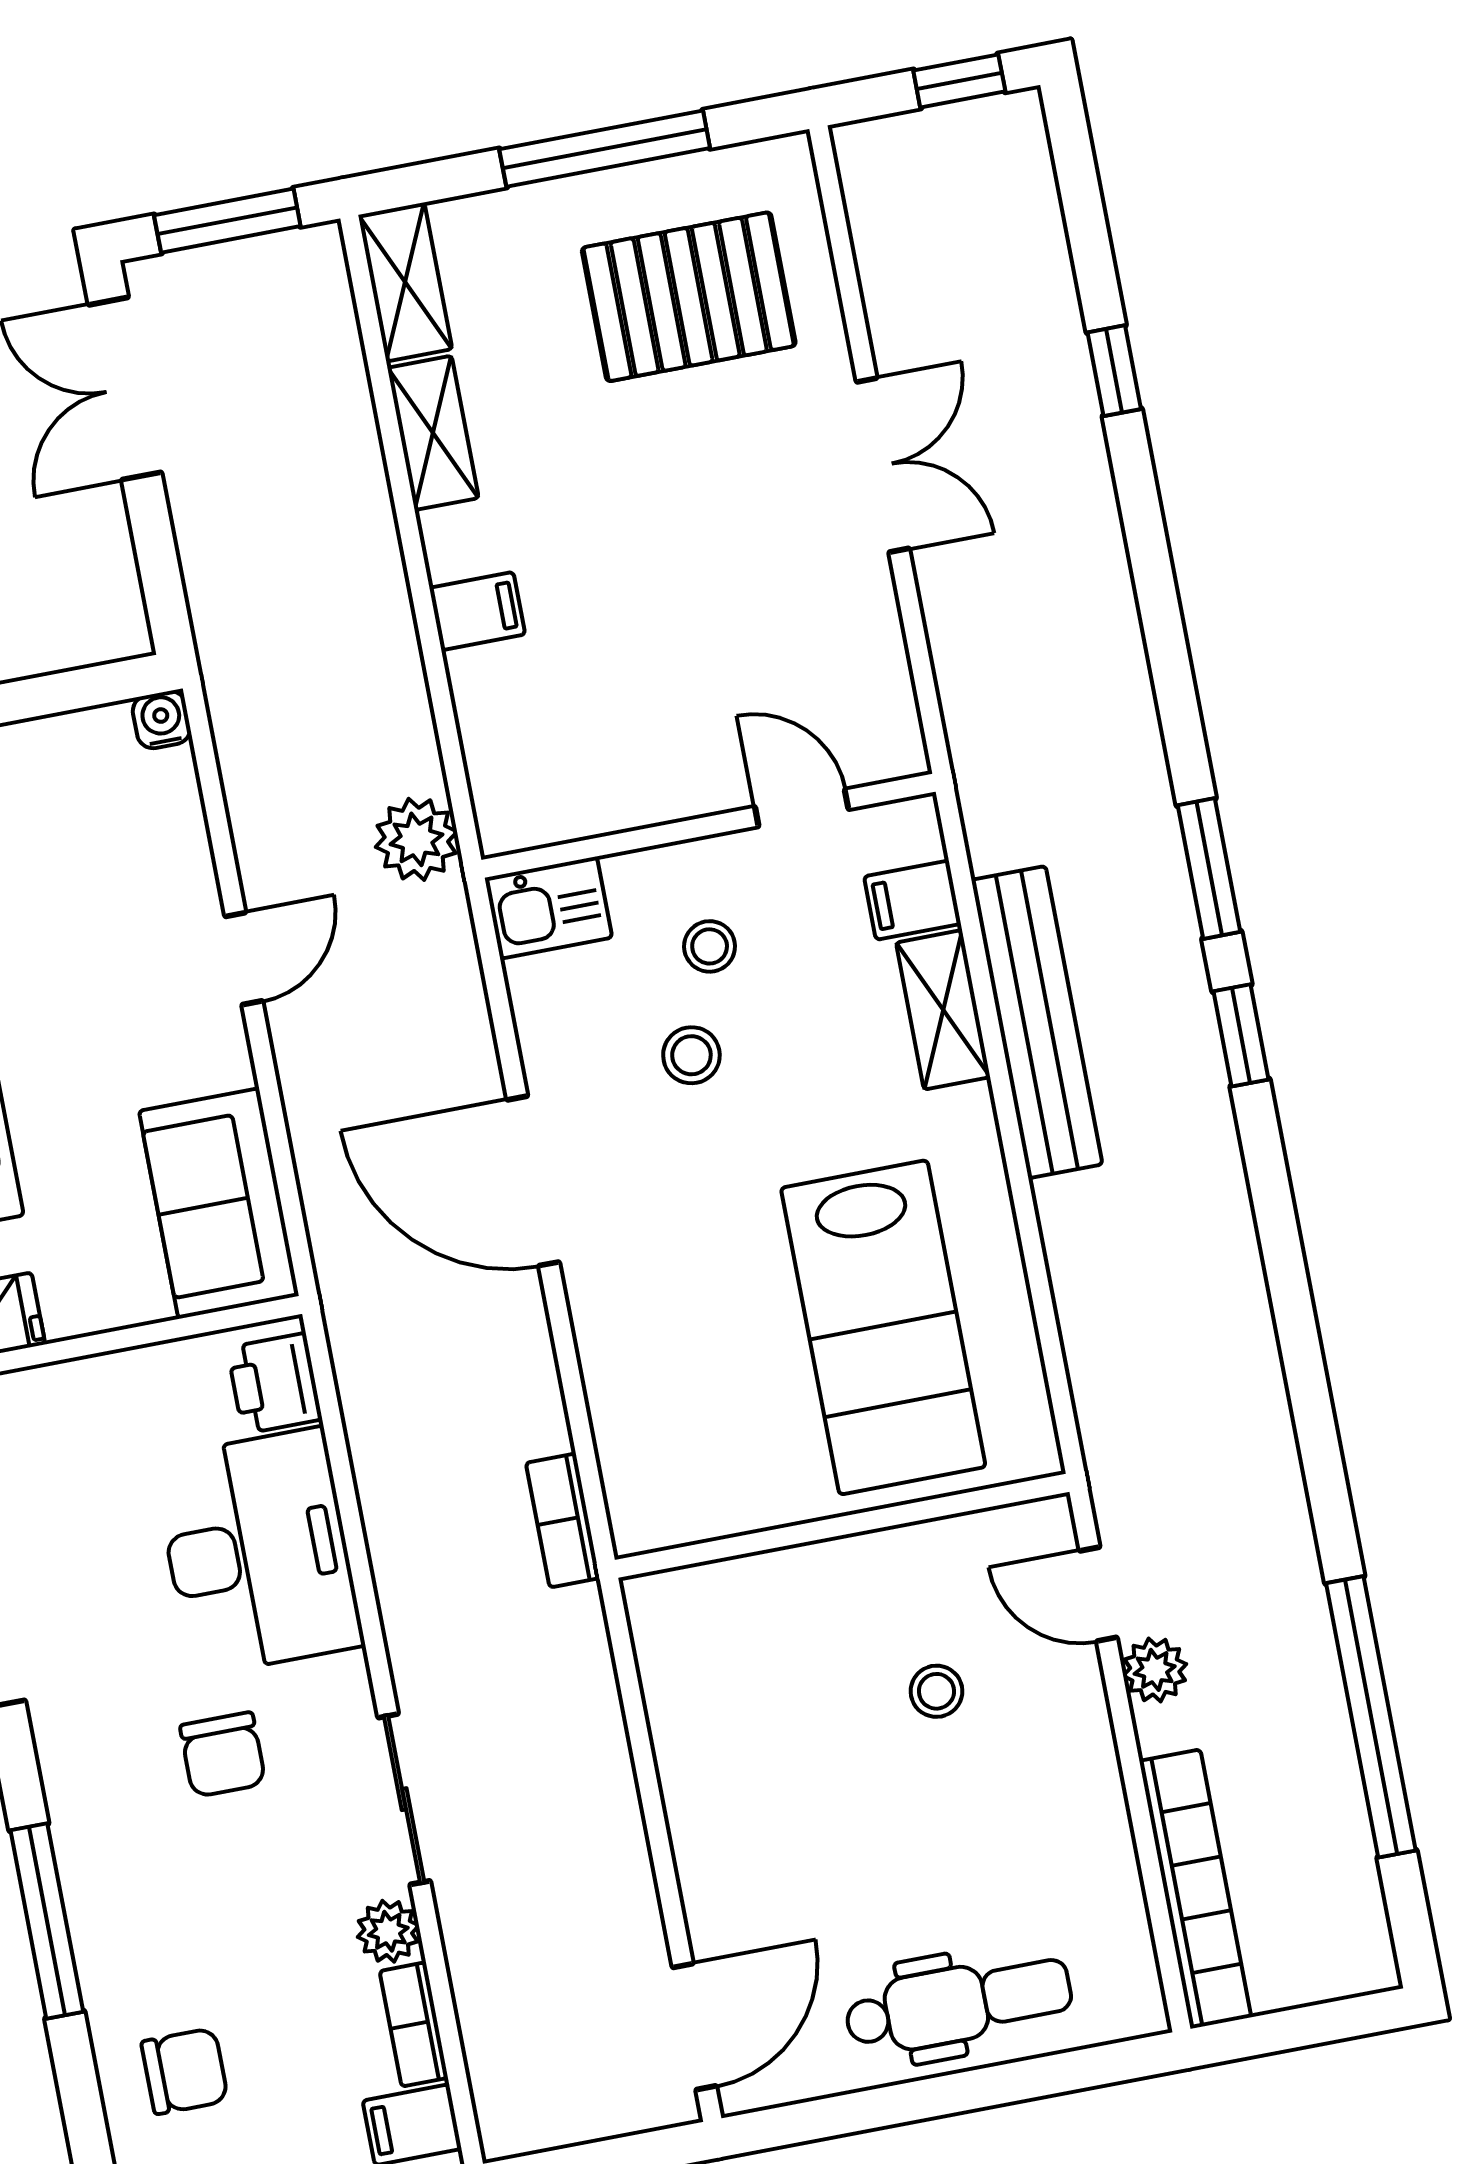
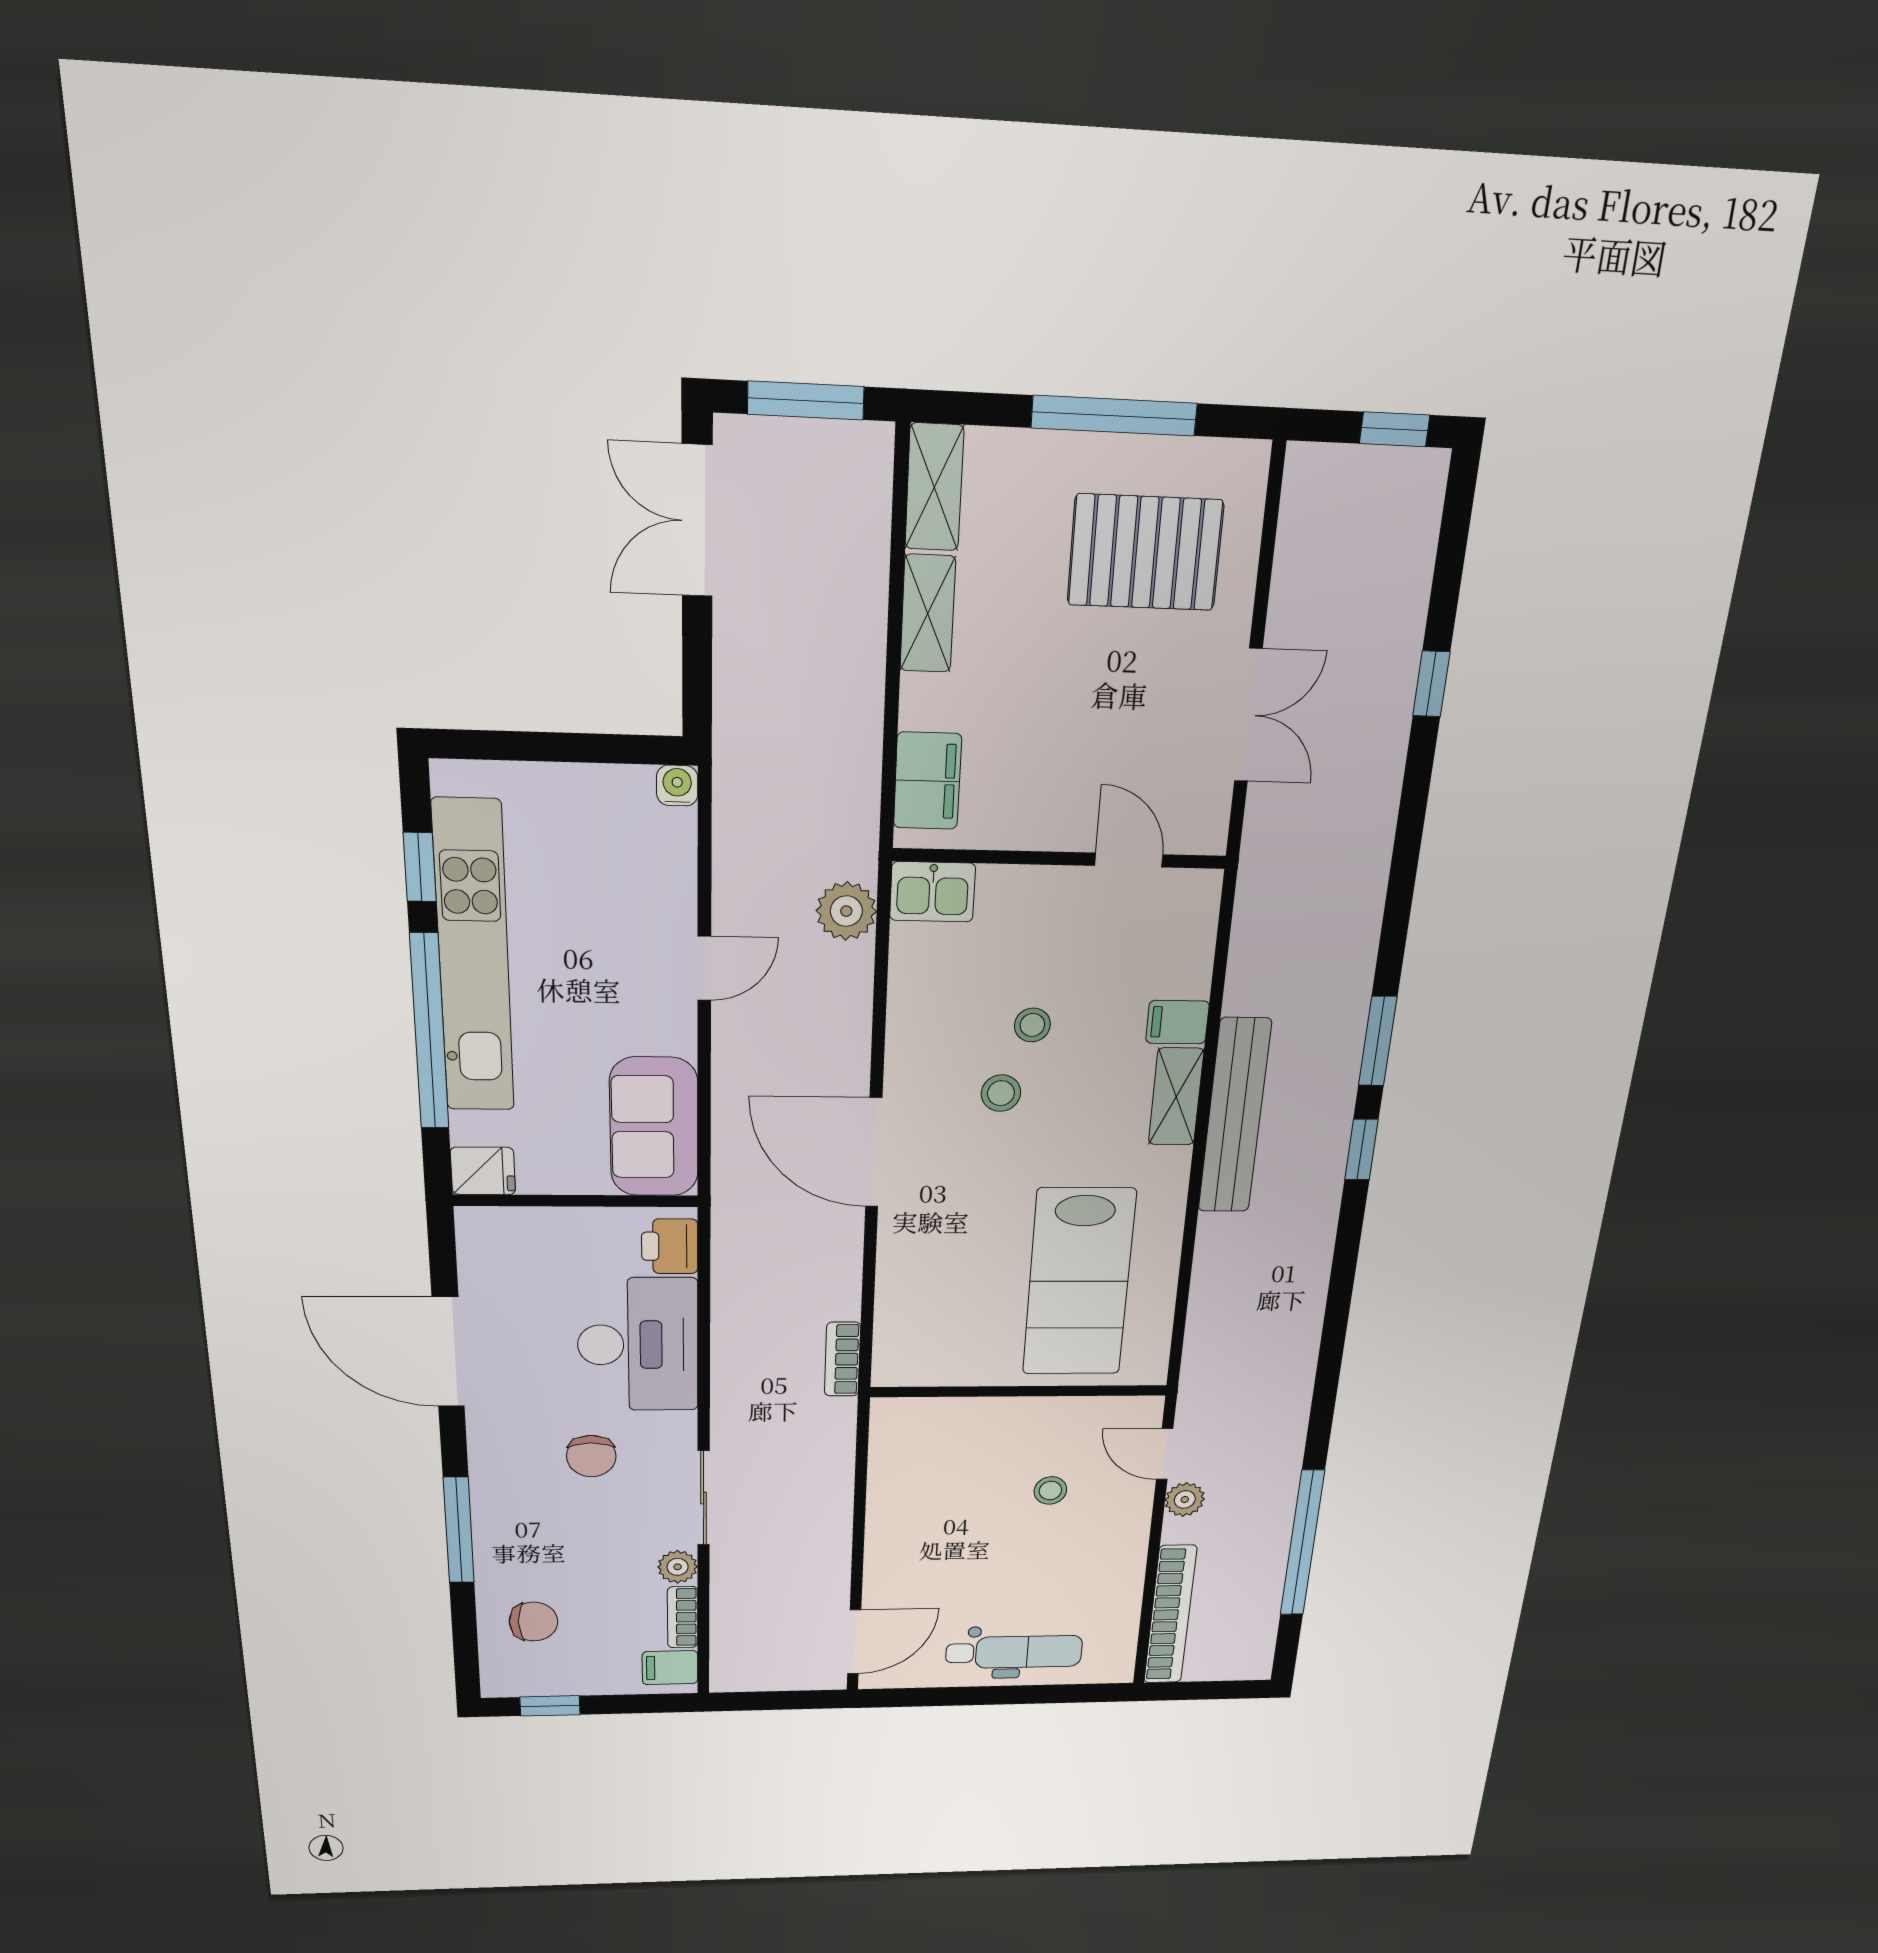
filing cabinet: (477, 611) -> (927, 781), width x2.00
door: (802, 808) -> (1129, 860), moved
wall: (709, 826) -> (1060, 858), moved
kitchen sink: (548, 908) -> (933, 892), moved

